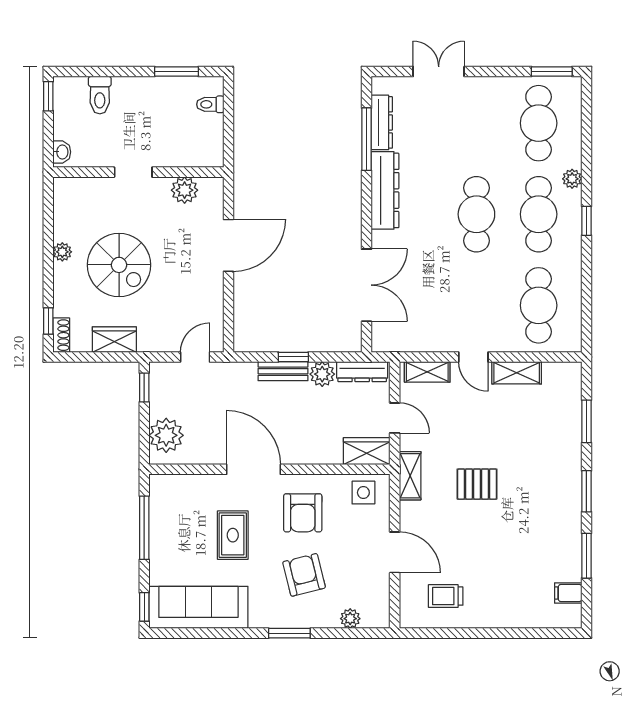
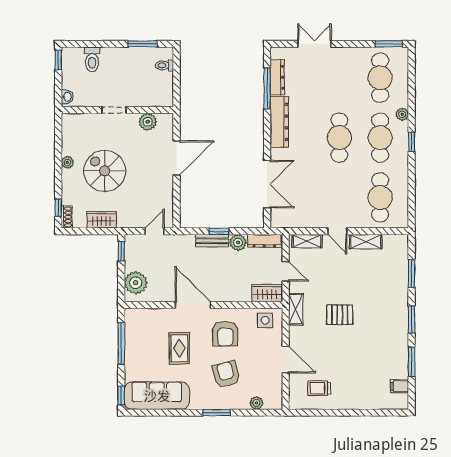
spiral stairs: (119, 265) -> (105, 171), turned 180

